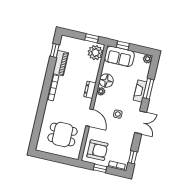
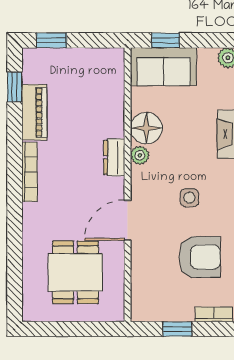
window: (92, 38) -> (51, 40), moved
plant: (95, 53) -> (107, 71), removed
door: (90, 118) -> (128, 220), swing flipped
dining table: (62, 135) -> (75, 272), turned 90
armchair: (97, 150) -> (200, 257), moved

